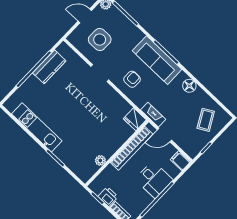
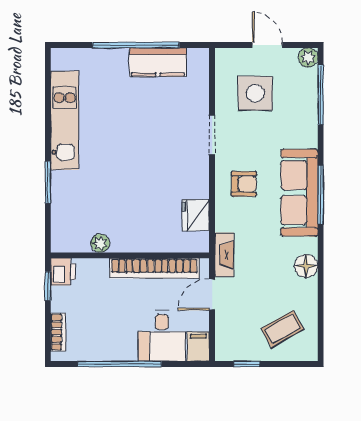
fridge: (135, 119) -> (196, 215), moved
door: (164, 135) -> (212, 294), hinge flipped
desk: (154, 180) -> (162, 336), moved
printer: (108, 197) -> (63, 272), moved

